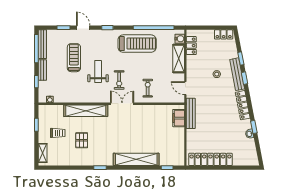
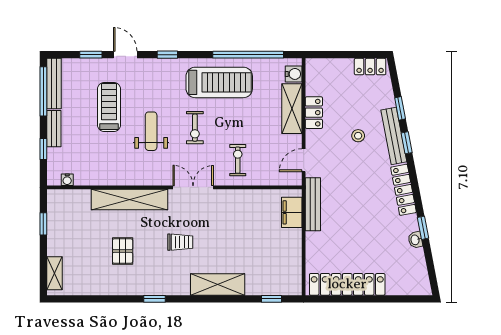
locker: (191, 46) -> (314, 113), moved
exercise bike: (119, 80) -> (195, 128), moved
door: (185, 88) -> (304, 160), hinge flipped
trolley: (58, 133) -> (180, 242), moved
shelving: (136, 159) -> (218, 284), width x0.68

